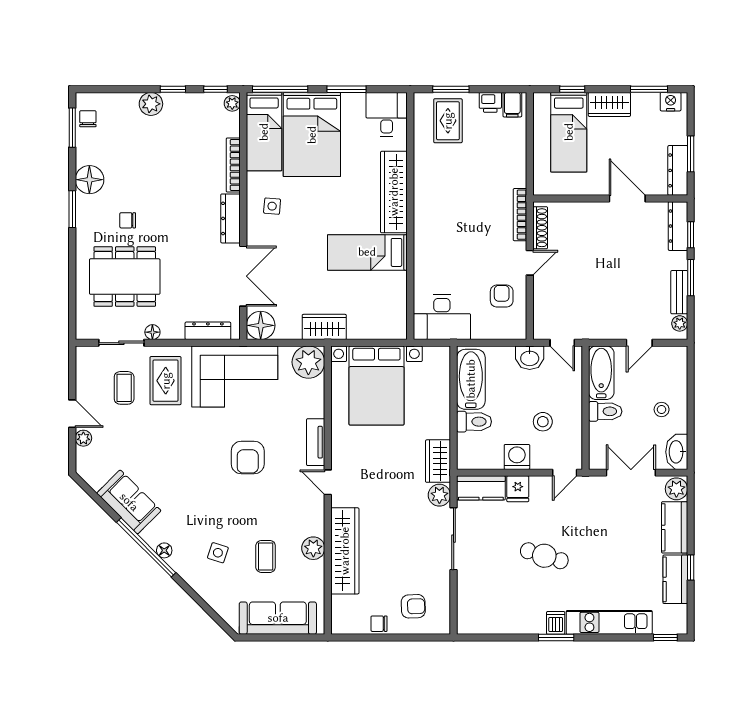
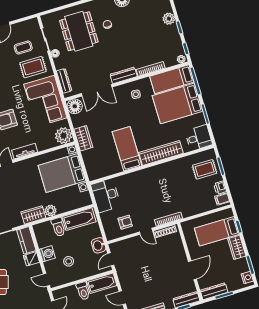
plant: (439, 495) -> (51, 211), moved

